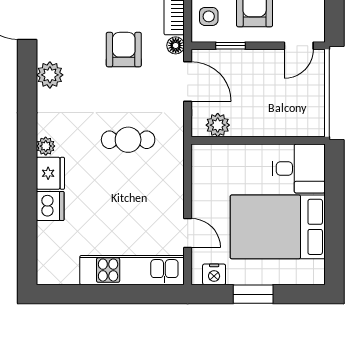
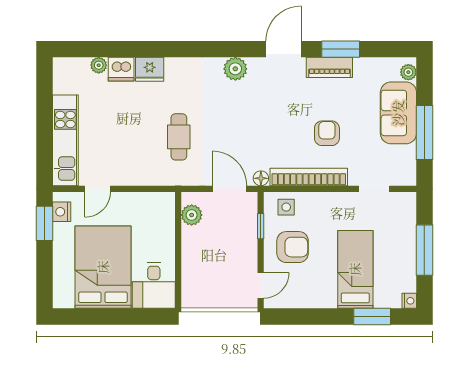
door: (299, 46) -> (261, 285), swing flipped
armchair: (124, 50) -> (257, 133), removed
door: (188, 81) -> (230, 189), swing flipped
plant: (46, 146) -> (99, 65), moved
window: (253, 294) -> (45, 223), moved

